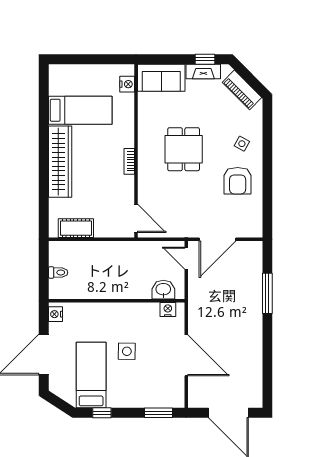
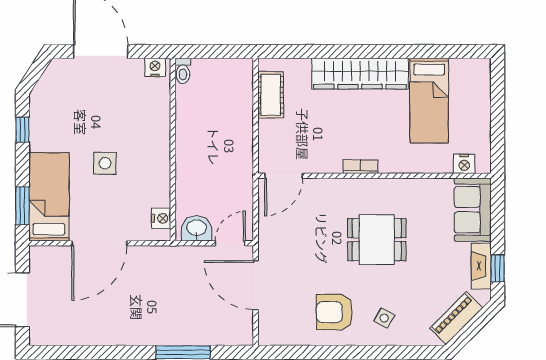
toilet: (58, 272) -> (183, 71), moved
washbasin: (163, 290) -> (197, 228), moved, turned -90
bed: (91, 375) -> (49, 197), moved, turned -90

